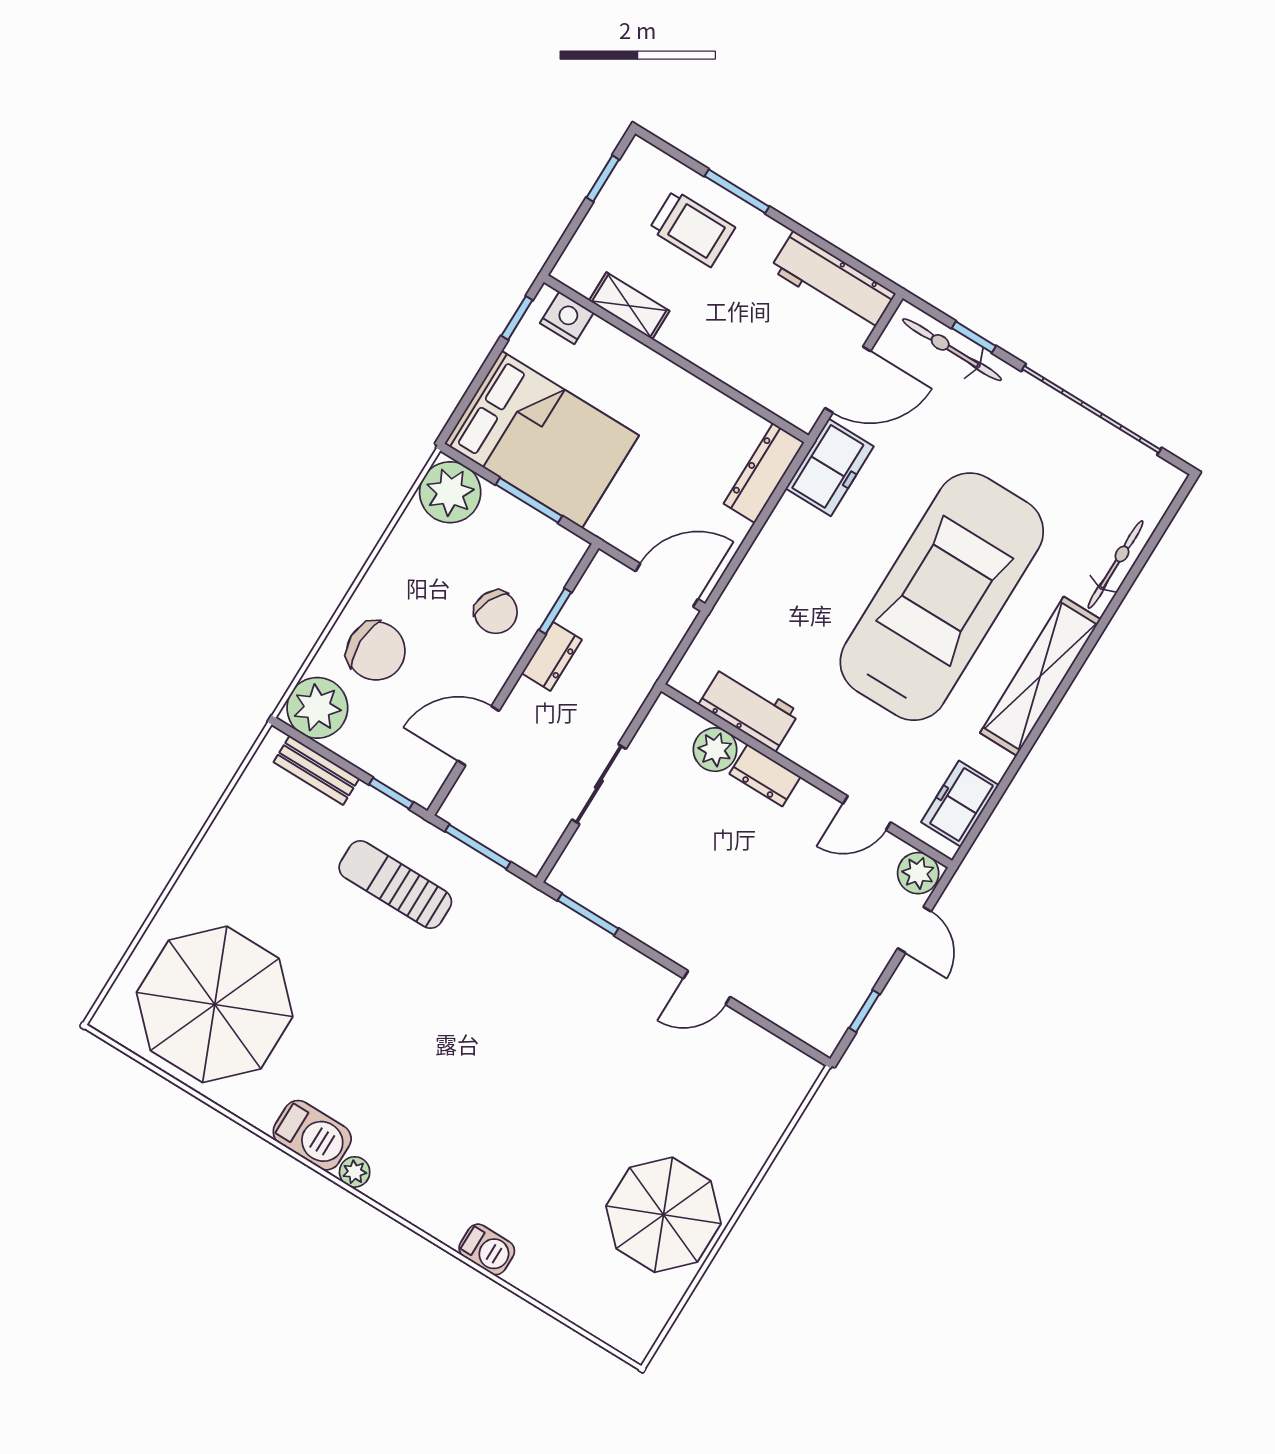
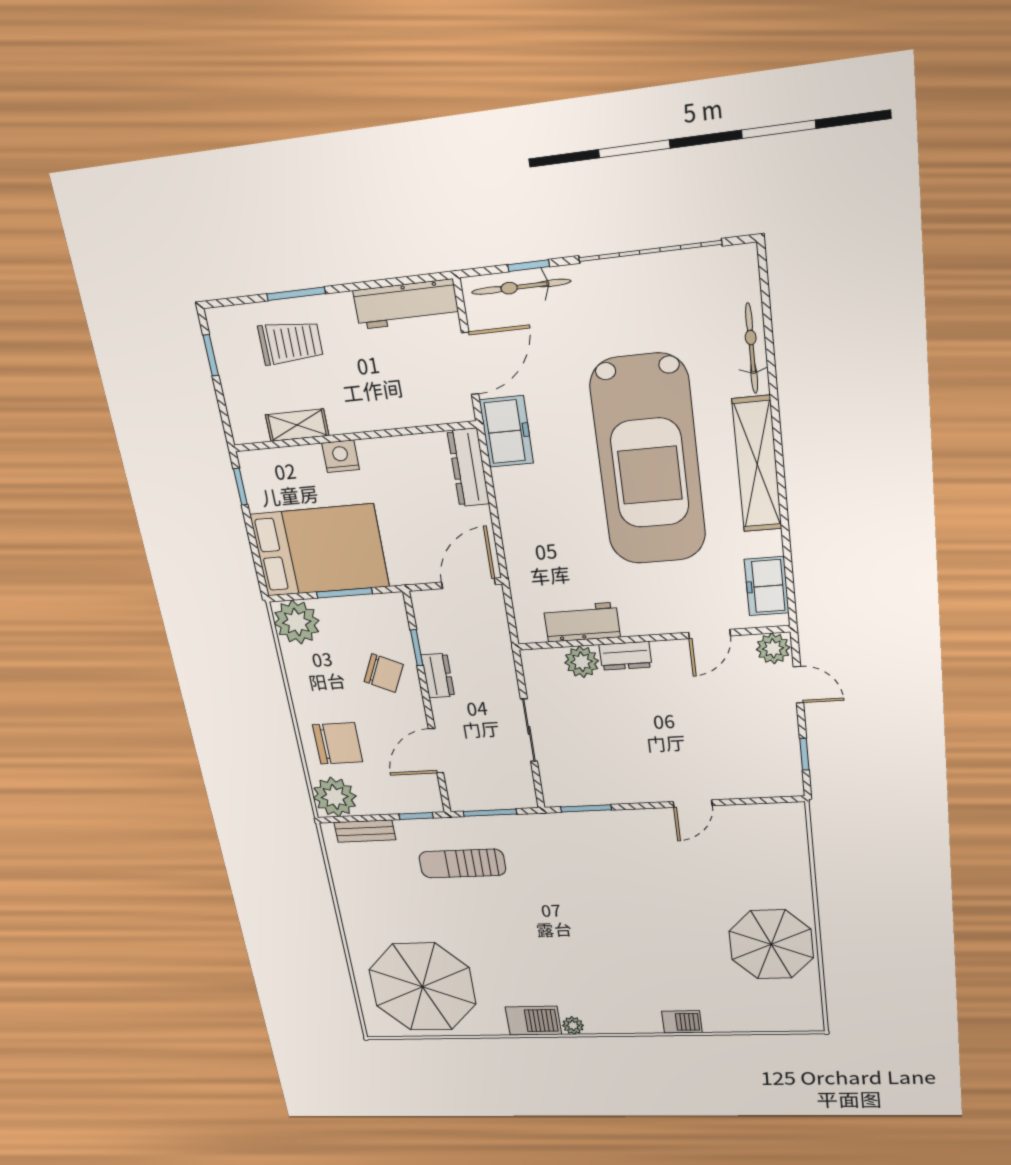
nightstand: (567, 318) -> (341, 456), moved
car: (942, 597) -> (648, 461), turned 180

